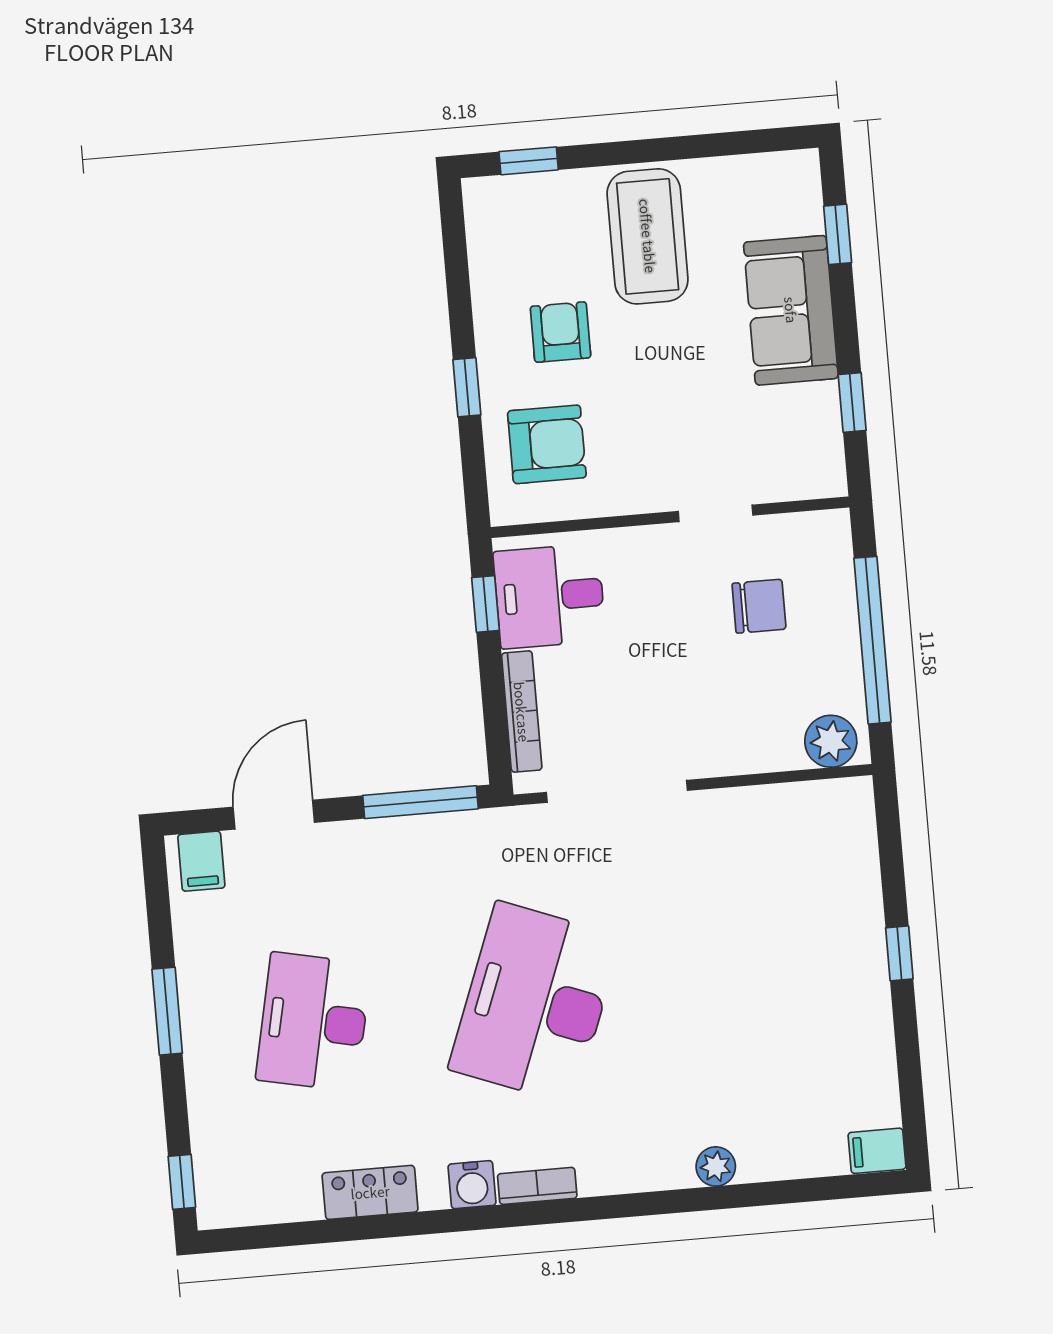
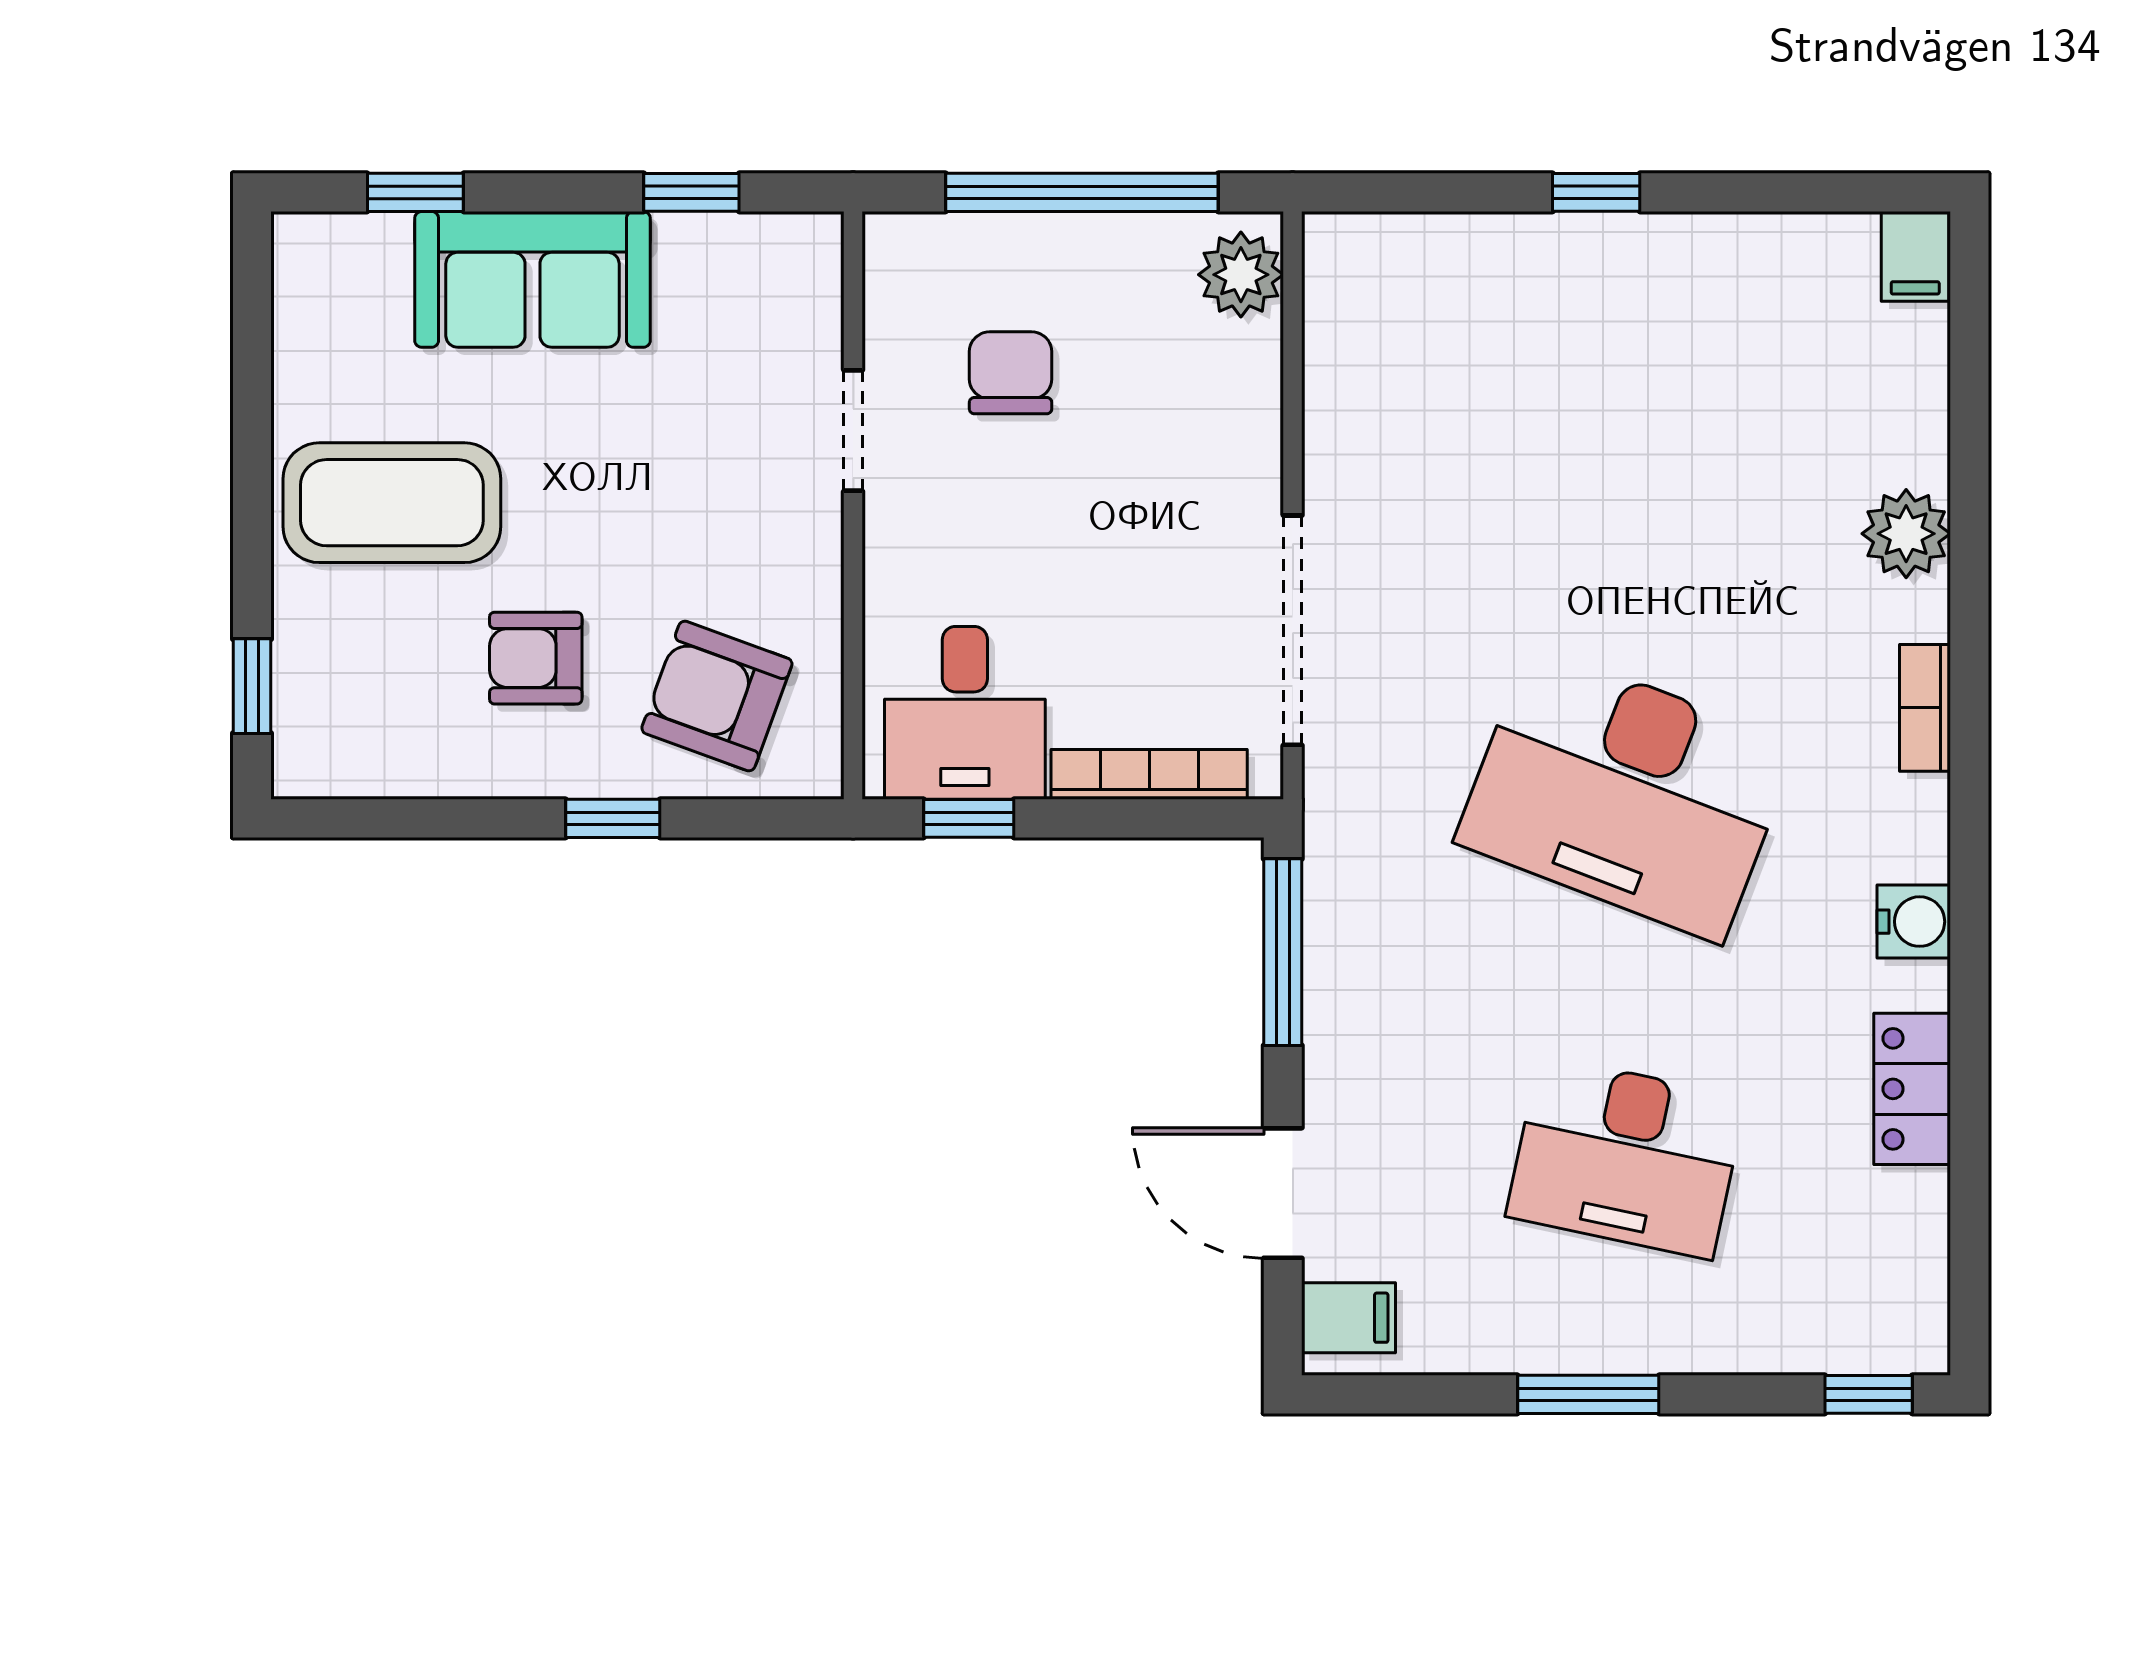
armchair: (547, 444) -> (717, 696), turned -70
plant: (716, 1167) -> (1906, 534), width x1.38, depth x1.38
bookcase: (537, 1186) -> (1925, 708), moved

